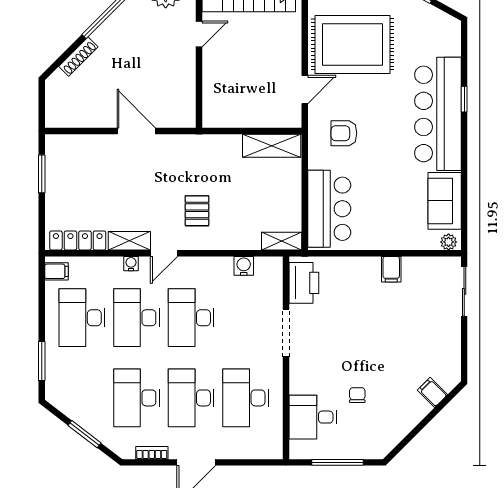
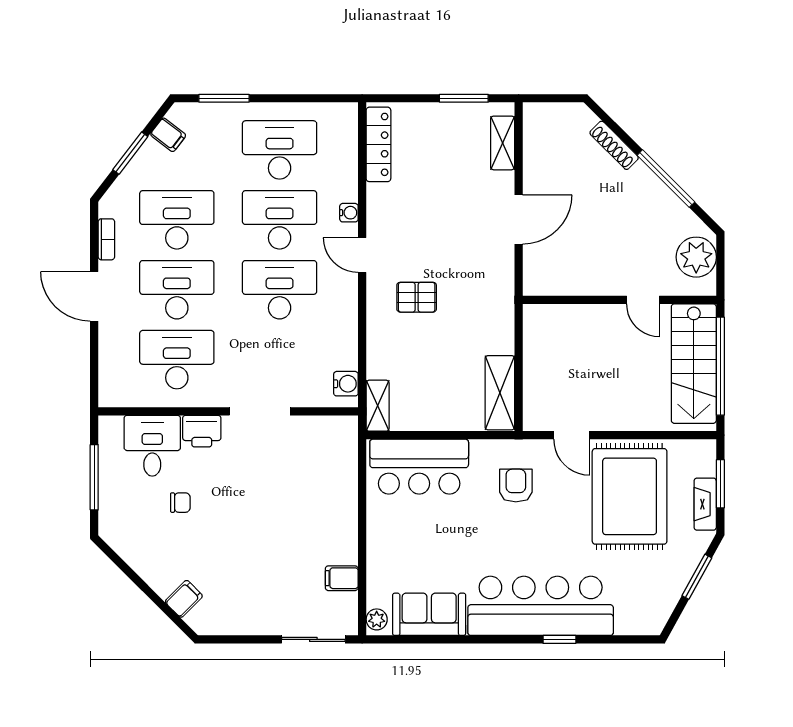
shelving: (129, 241) -> (503, 143), moved
water cooler: (244, 266) -> (346, 384), moved
filing cabinet: (391, 269) -> (342, 578), moved
filing cabinet: (56, 271) -> (168, 135), moved, turned -53
printer: (304, 283) -> (202, 431), moved, width x0.73, depth x0.84

